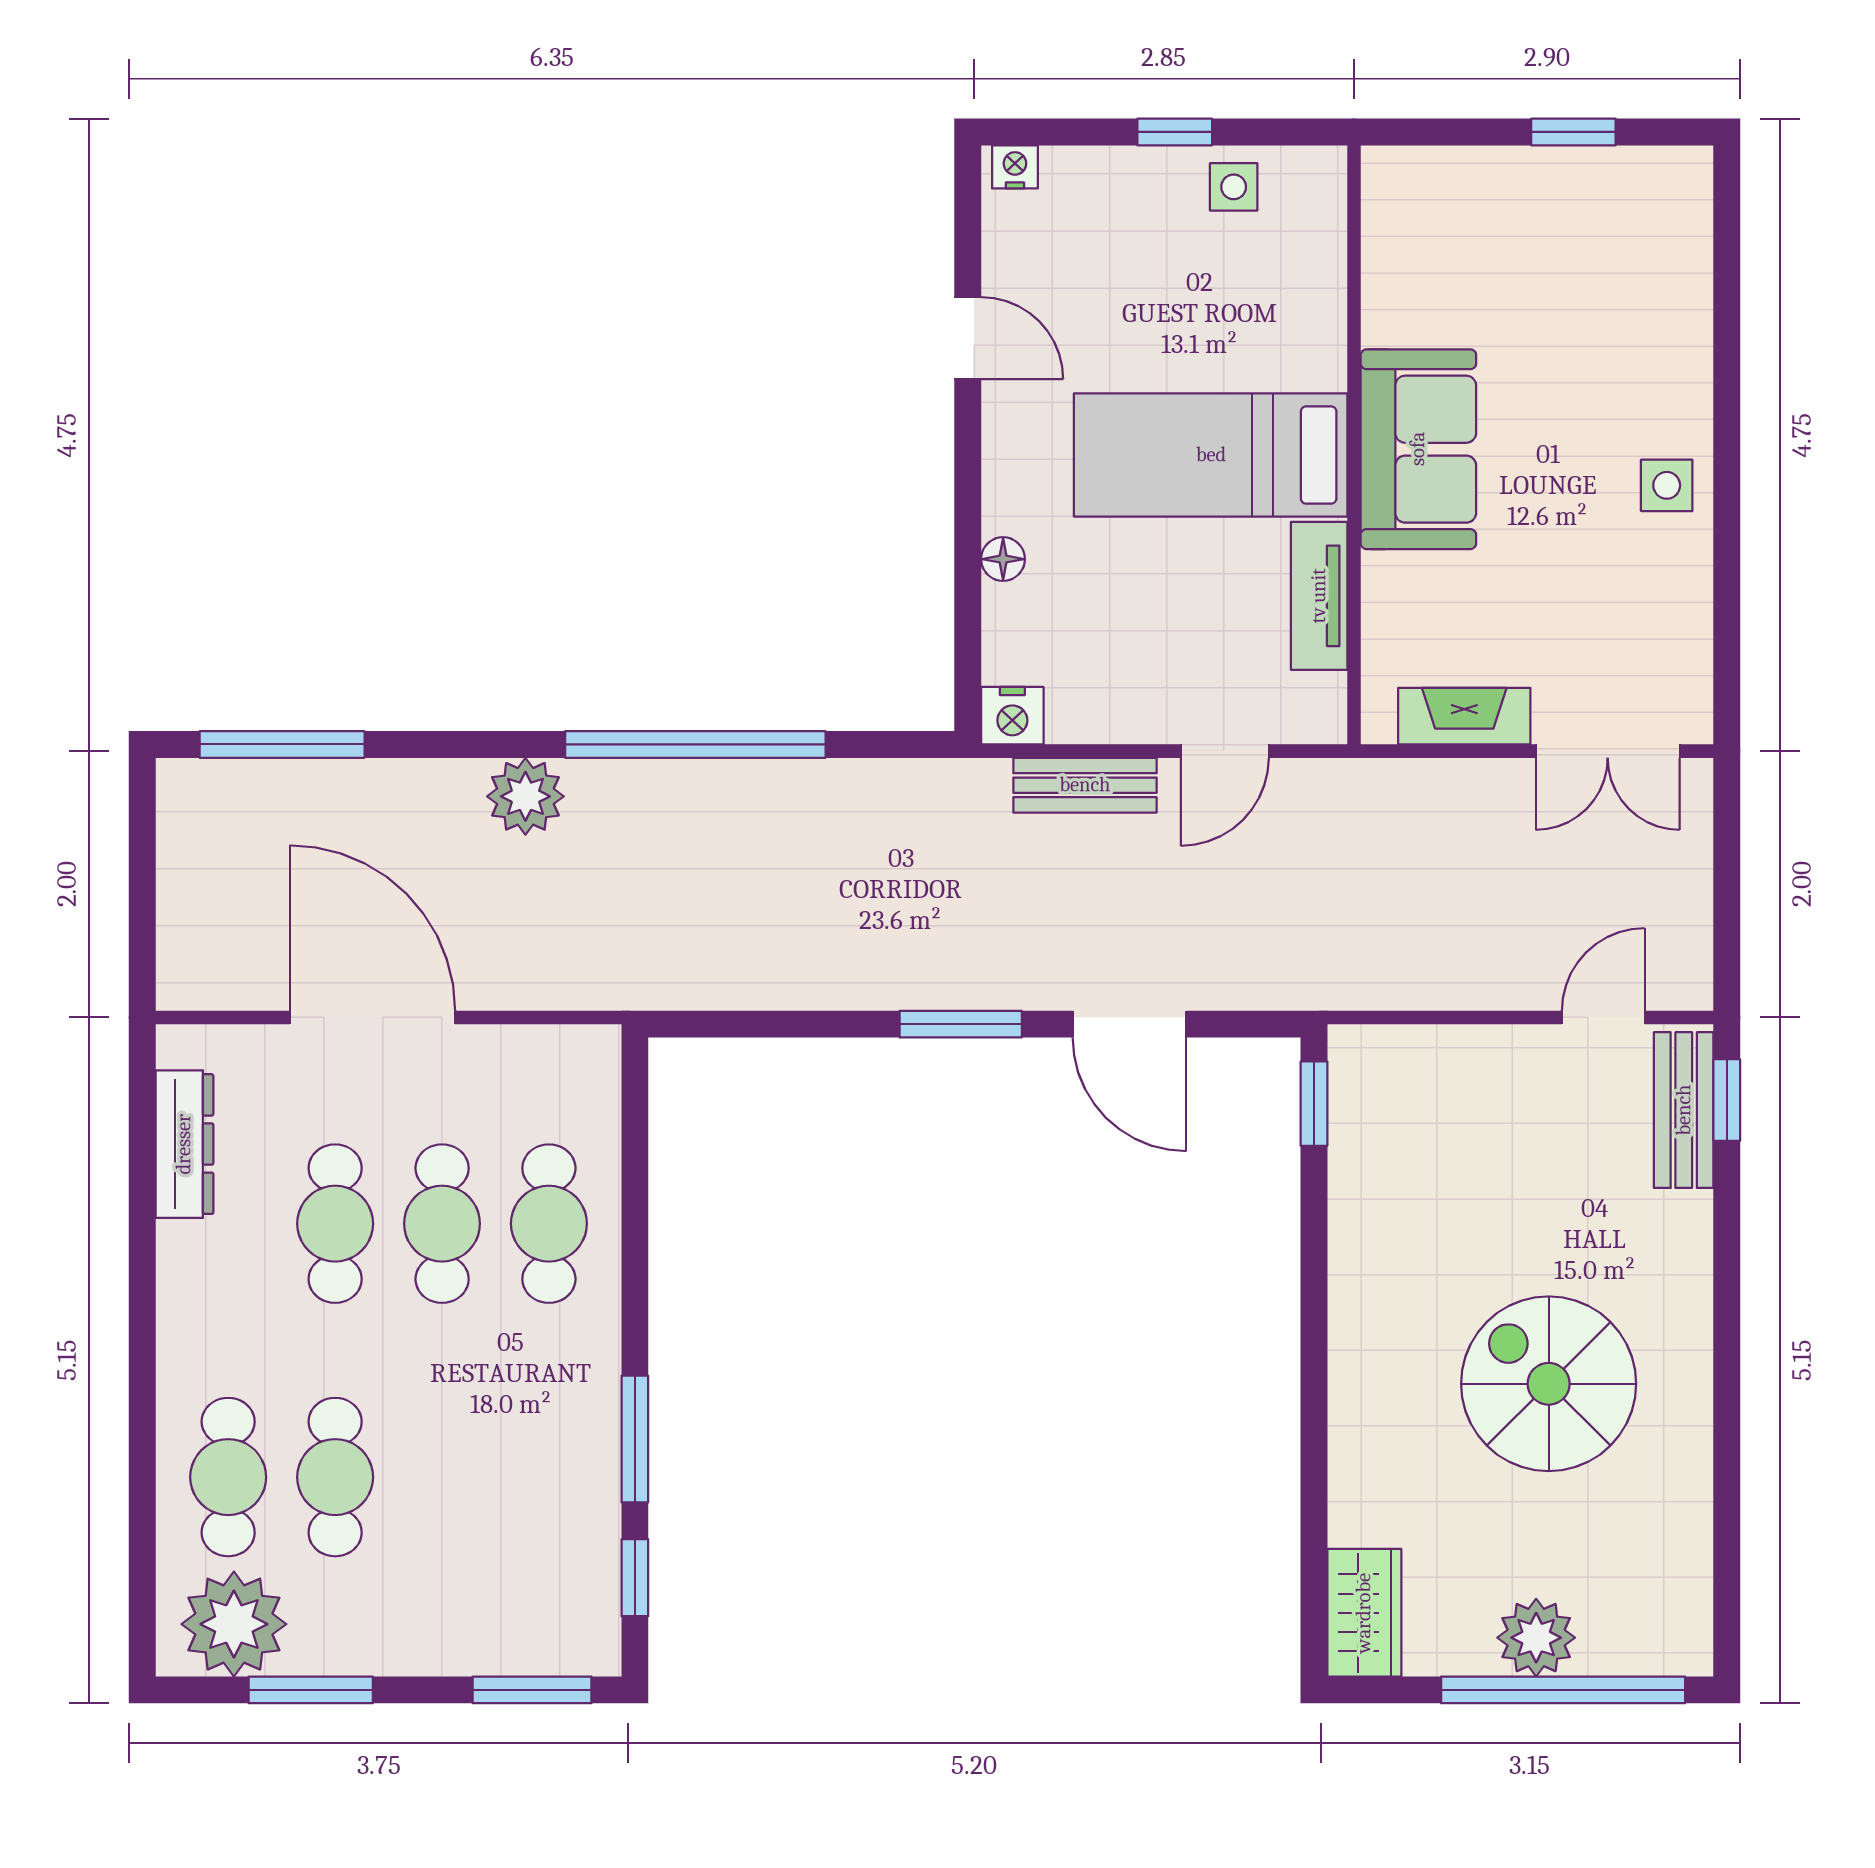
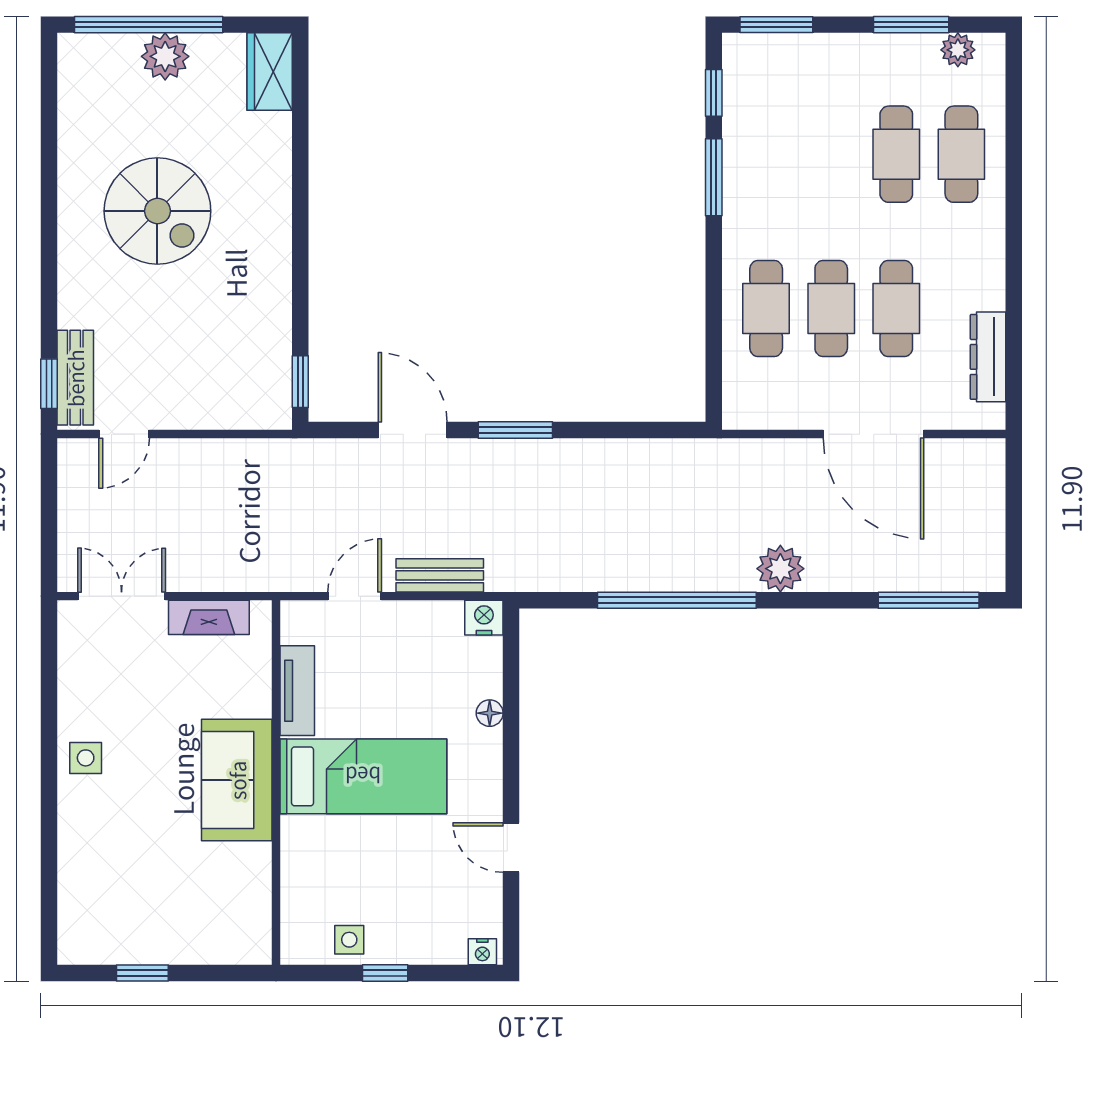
plant: (234, 1624) -> (958, 50), width x0.53, depth x0.53

